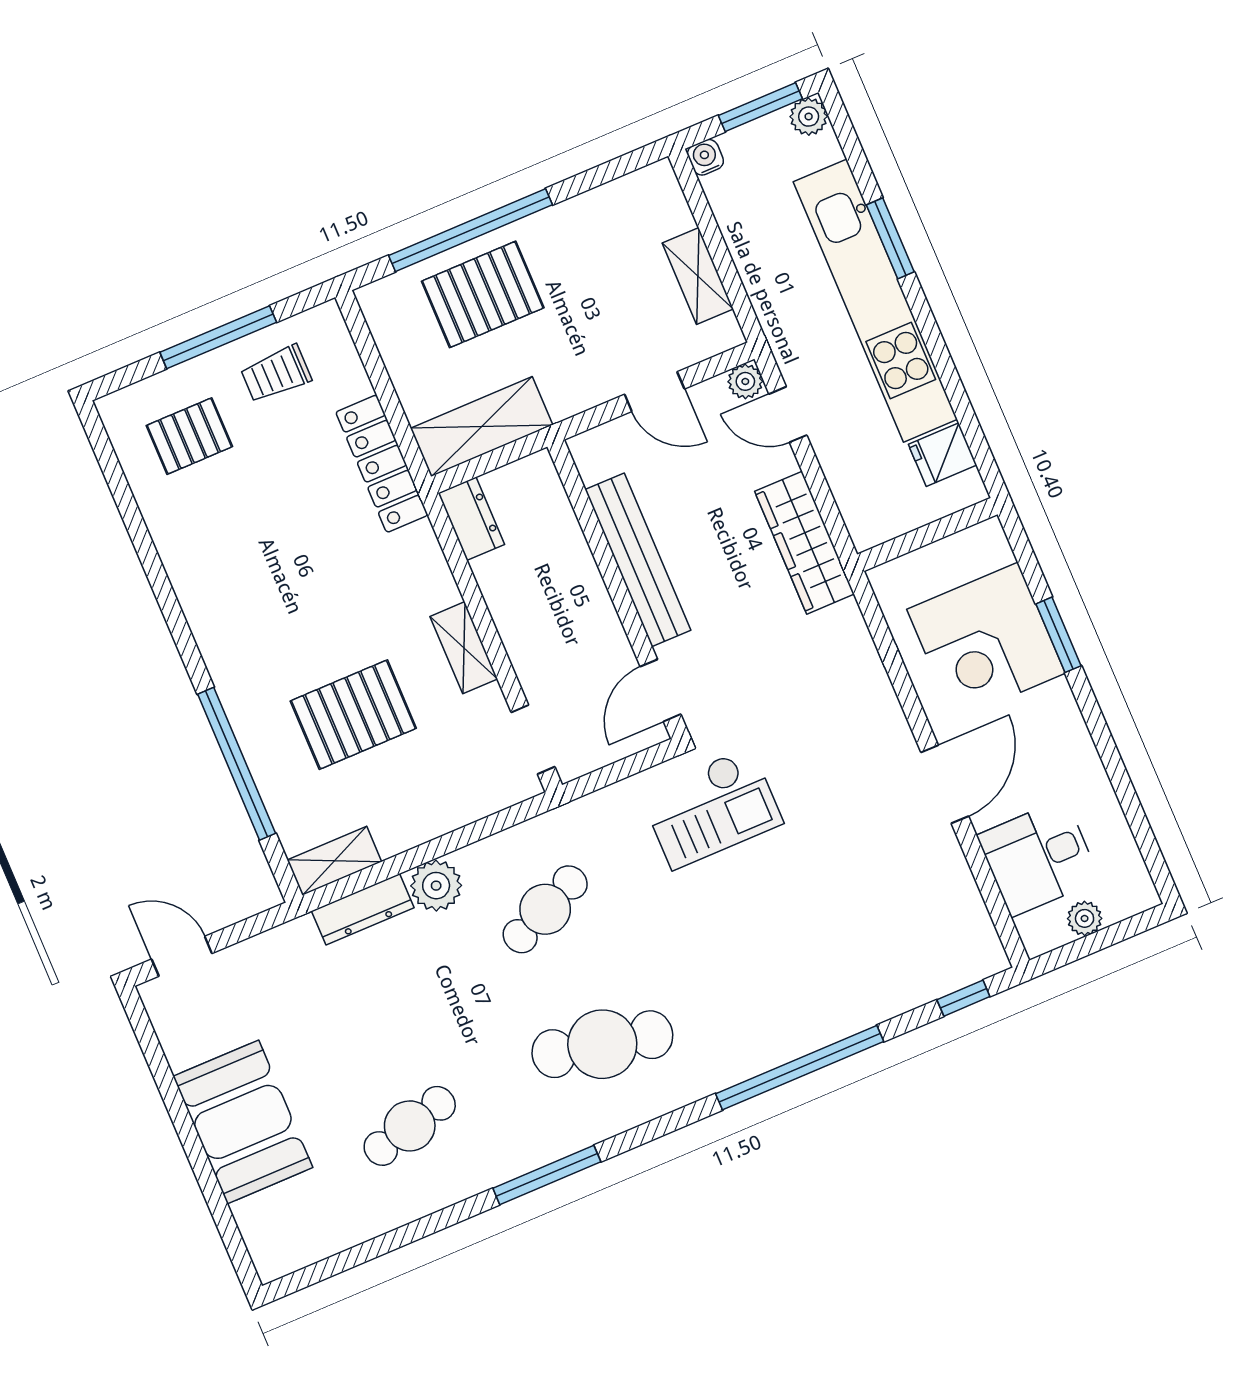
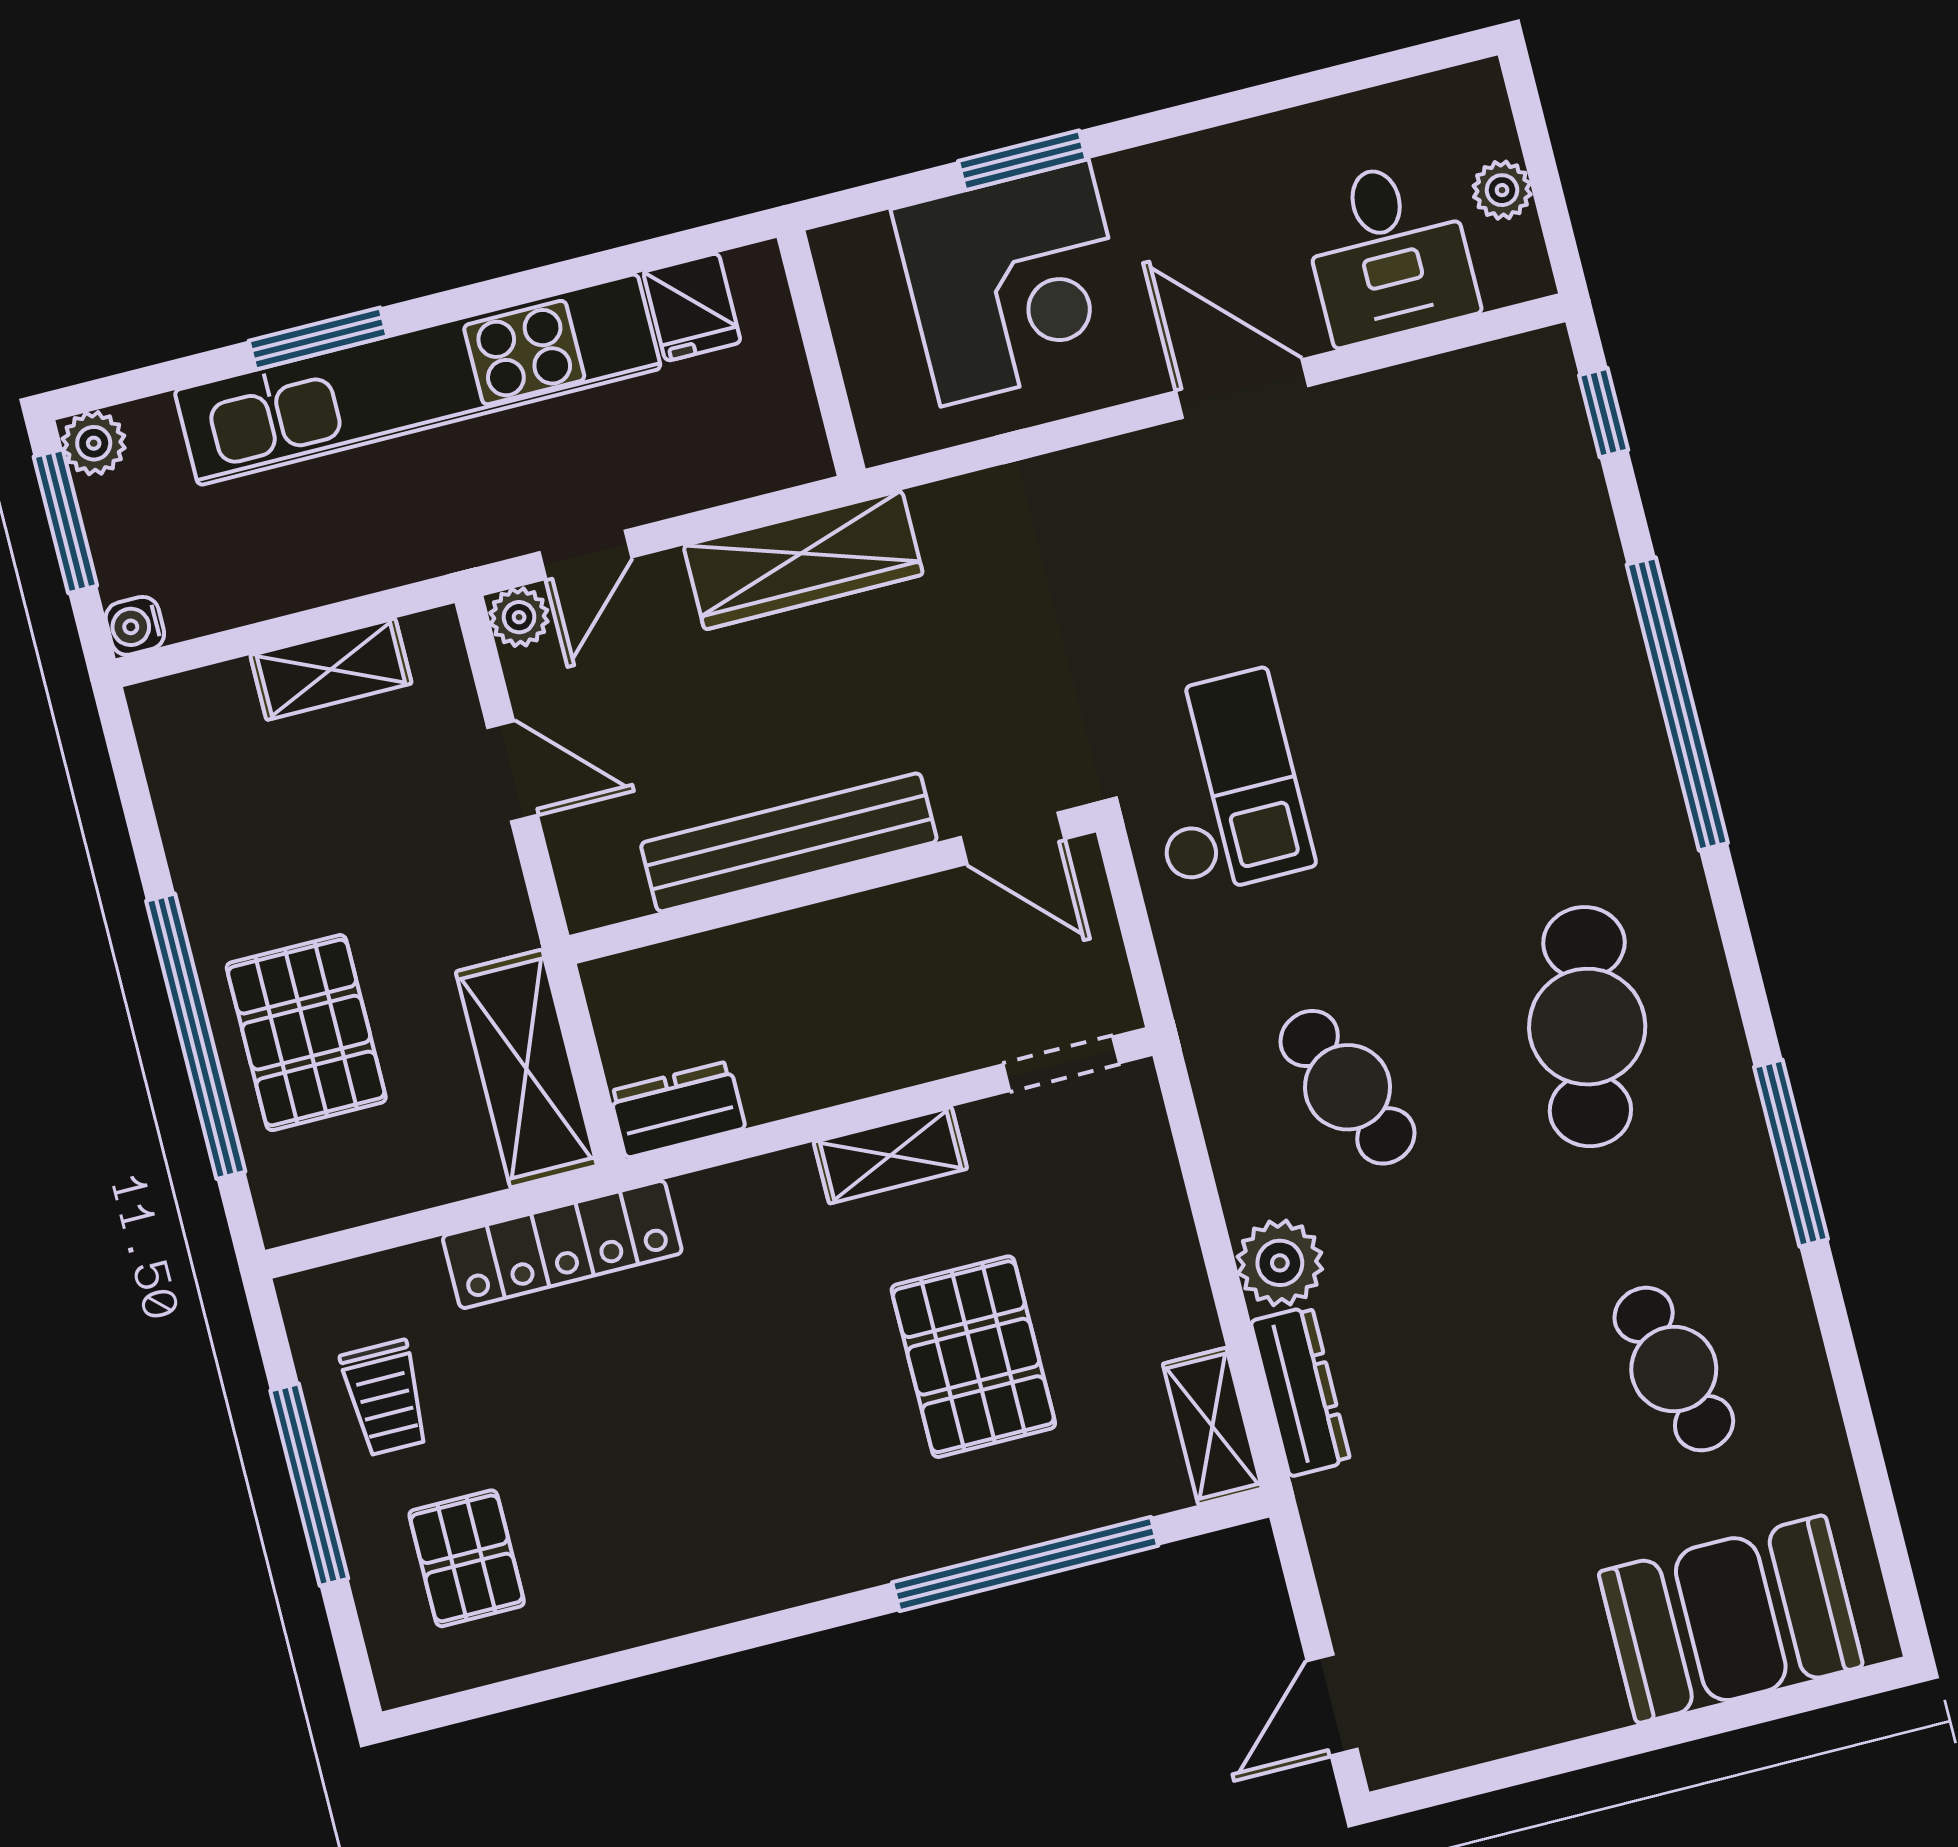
door: (654, 392) -> (512, 771), hinge flipped
booth: (243, 1122) -> (1731, 1619), moved

